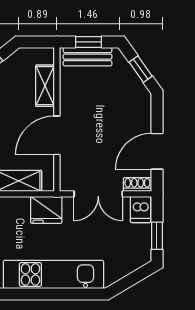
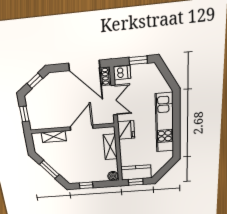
bench: (87, 57) -> (33, 114), removed
door: (57, 135) -> (82, 128), swing flipped
door: (157, 151) -> (84, 65), width x1.36

